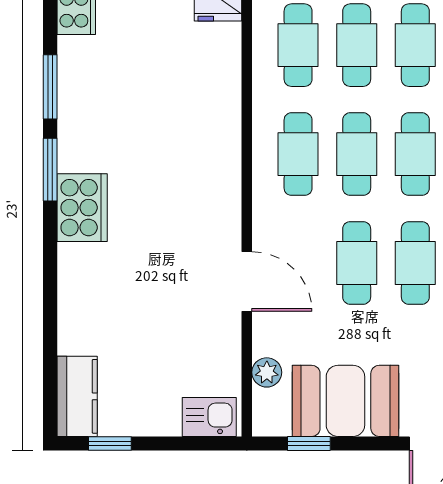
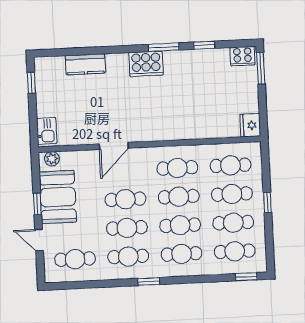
window: (50, 87) -> (204, 45), width x0.67
plant: (267, 372) -> (52, 159), moved
kitchen counter: (77, 396) -> (85, 64), moved
window: (309, 443) -> (37, 204), moved

